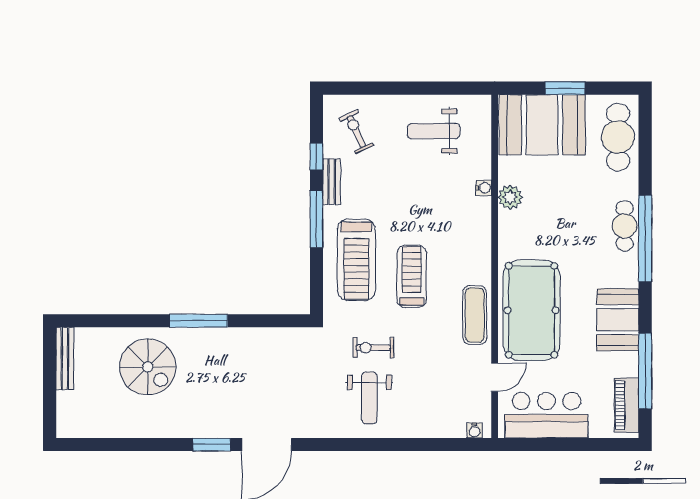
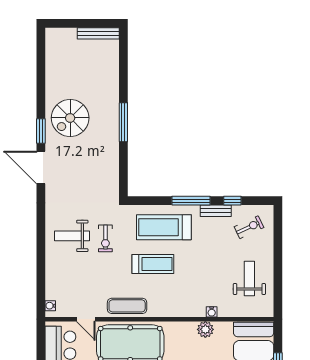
exercise bike: (373, 348) -> (105, 238), turned 180
spiral stairs: (148, 367) -> (70, 118), moved

